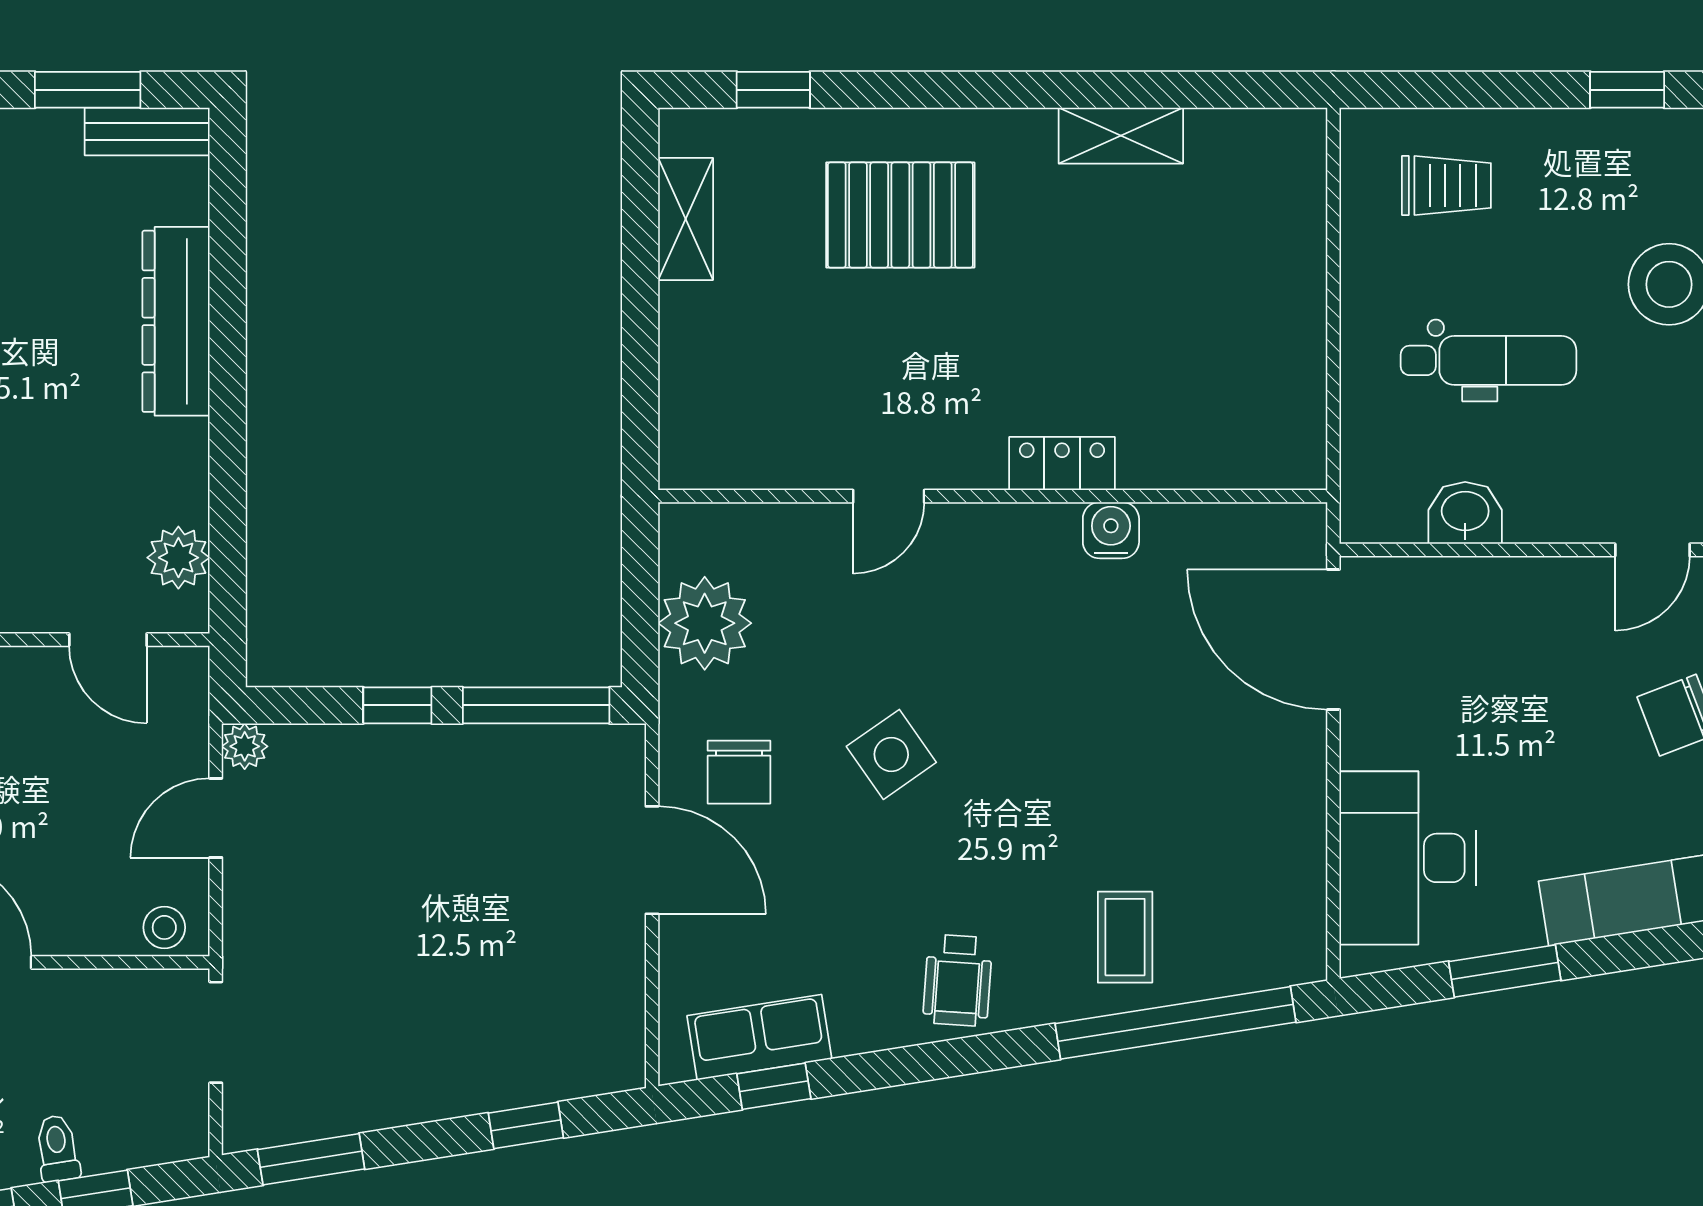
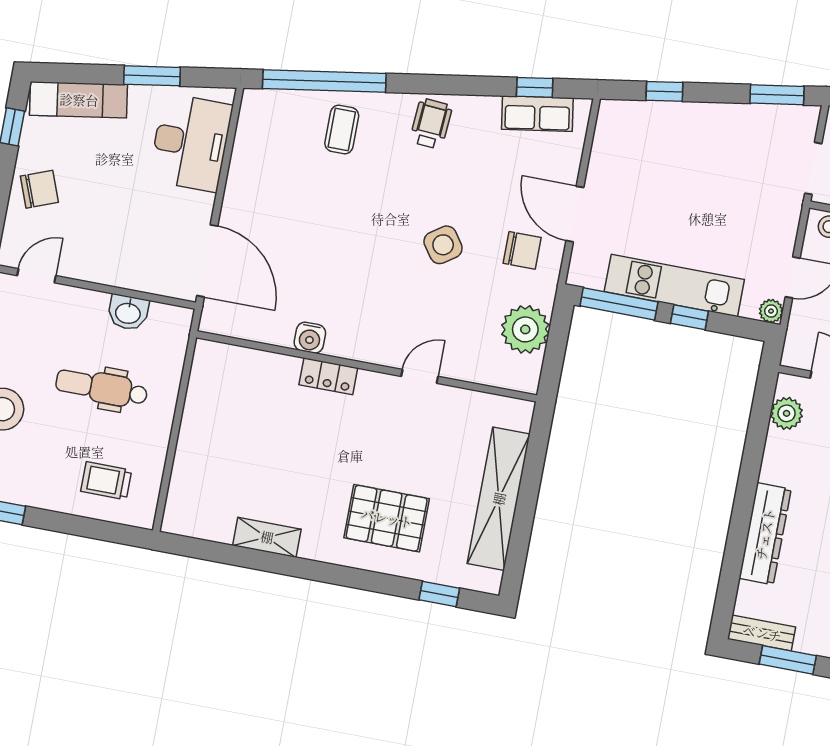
shelving: (686, 219) -> (499, 499), width x2.20, depth x1.33
kitchen unit: (437, 760) -> (674, 285), added
chair: (739, 772) -> (522, 250), turned 90

